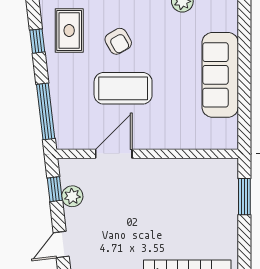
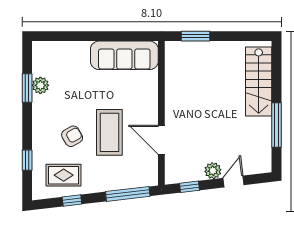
sofa: (220, 75) -> (124, 55), moved
plant: (72, 196) -> (213, 171), moved
door: (61, 245) -> (233, 182), swing flipped

